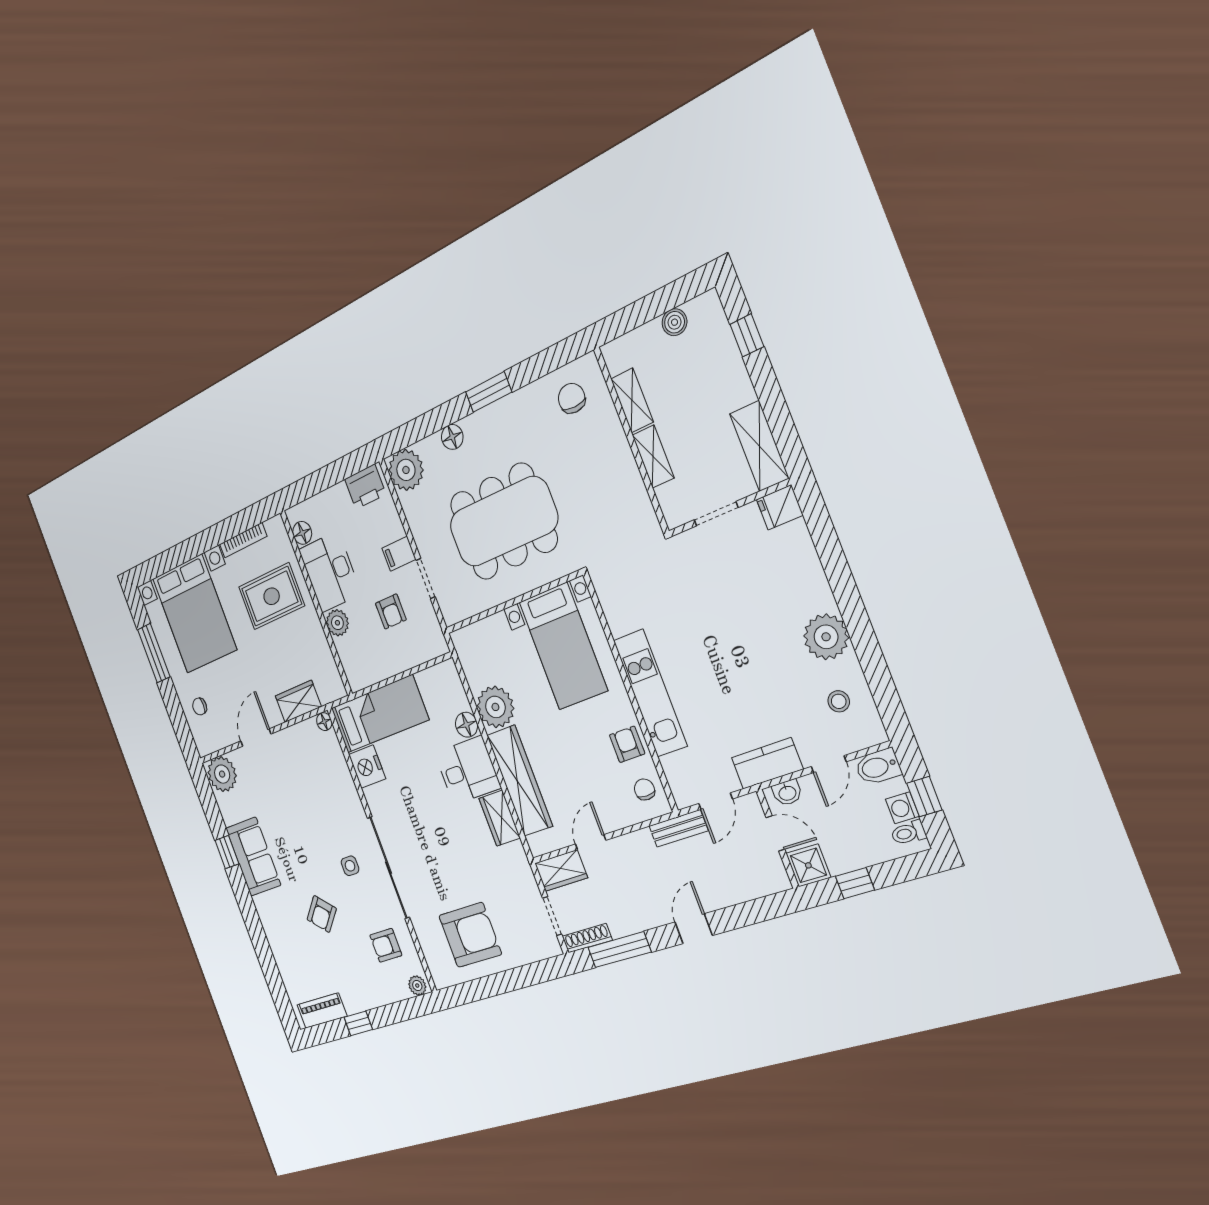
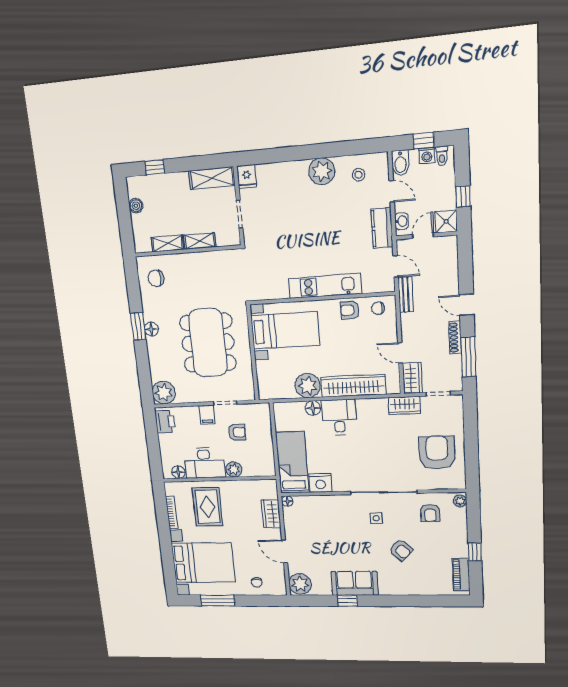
floor lamp: (452, 437) -> (151, 329), moved
wardrobe: (500, 818) -> (404, 405), moved
shoe rack: (587, 938) -> (455, 337), moved

